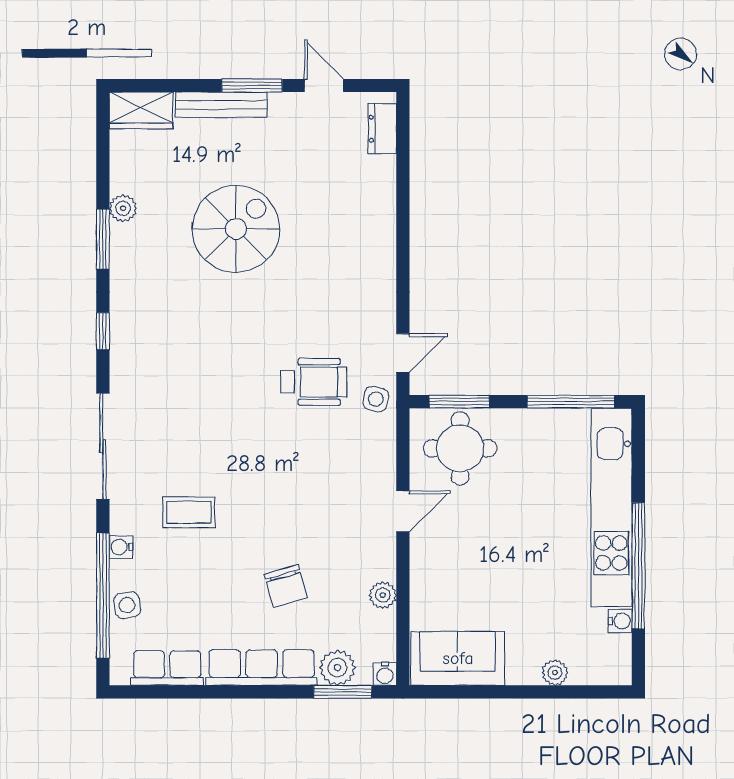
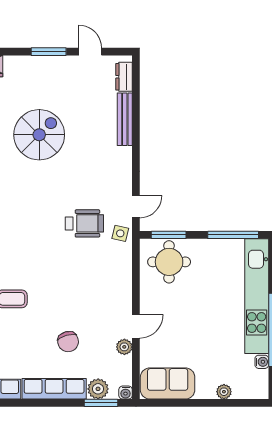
bench: (221, 105) -> (125, 119), moved, turned 90
door: (403, 511) -> (136, 326), moved

